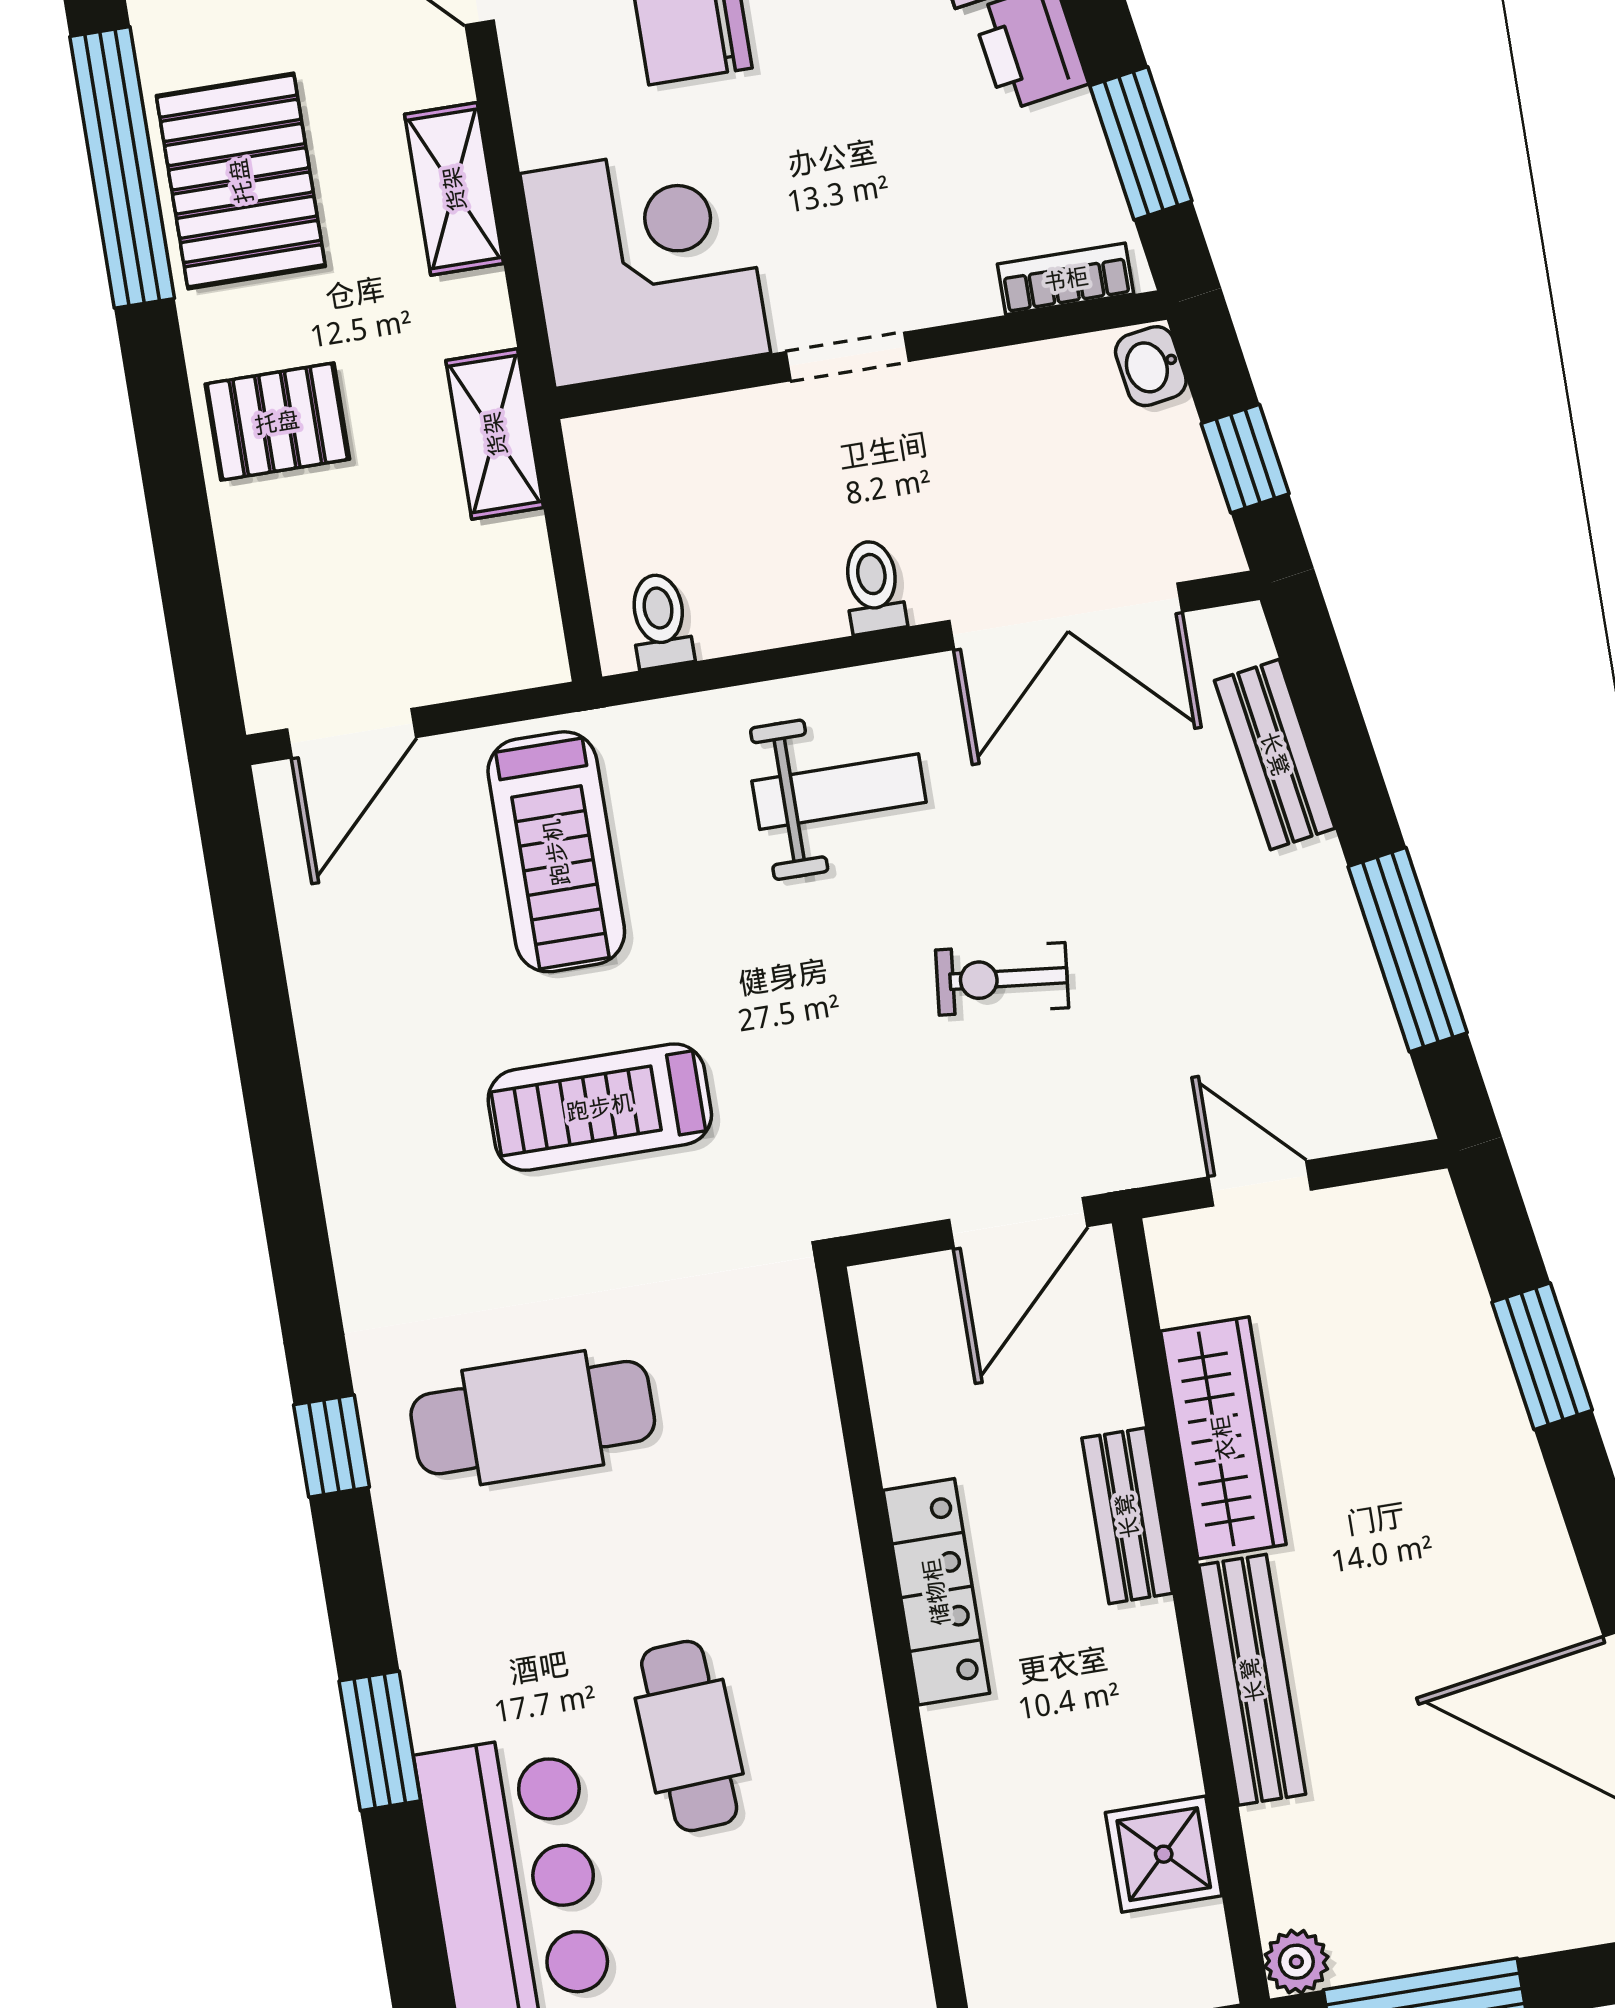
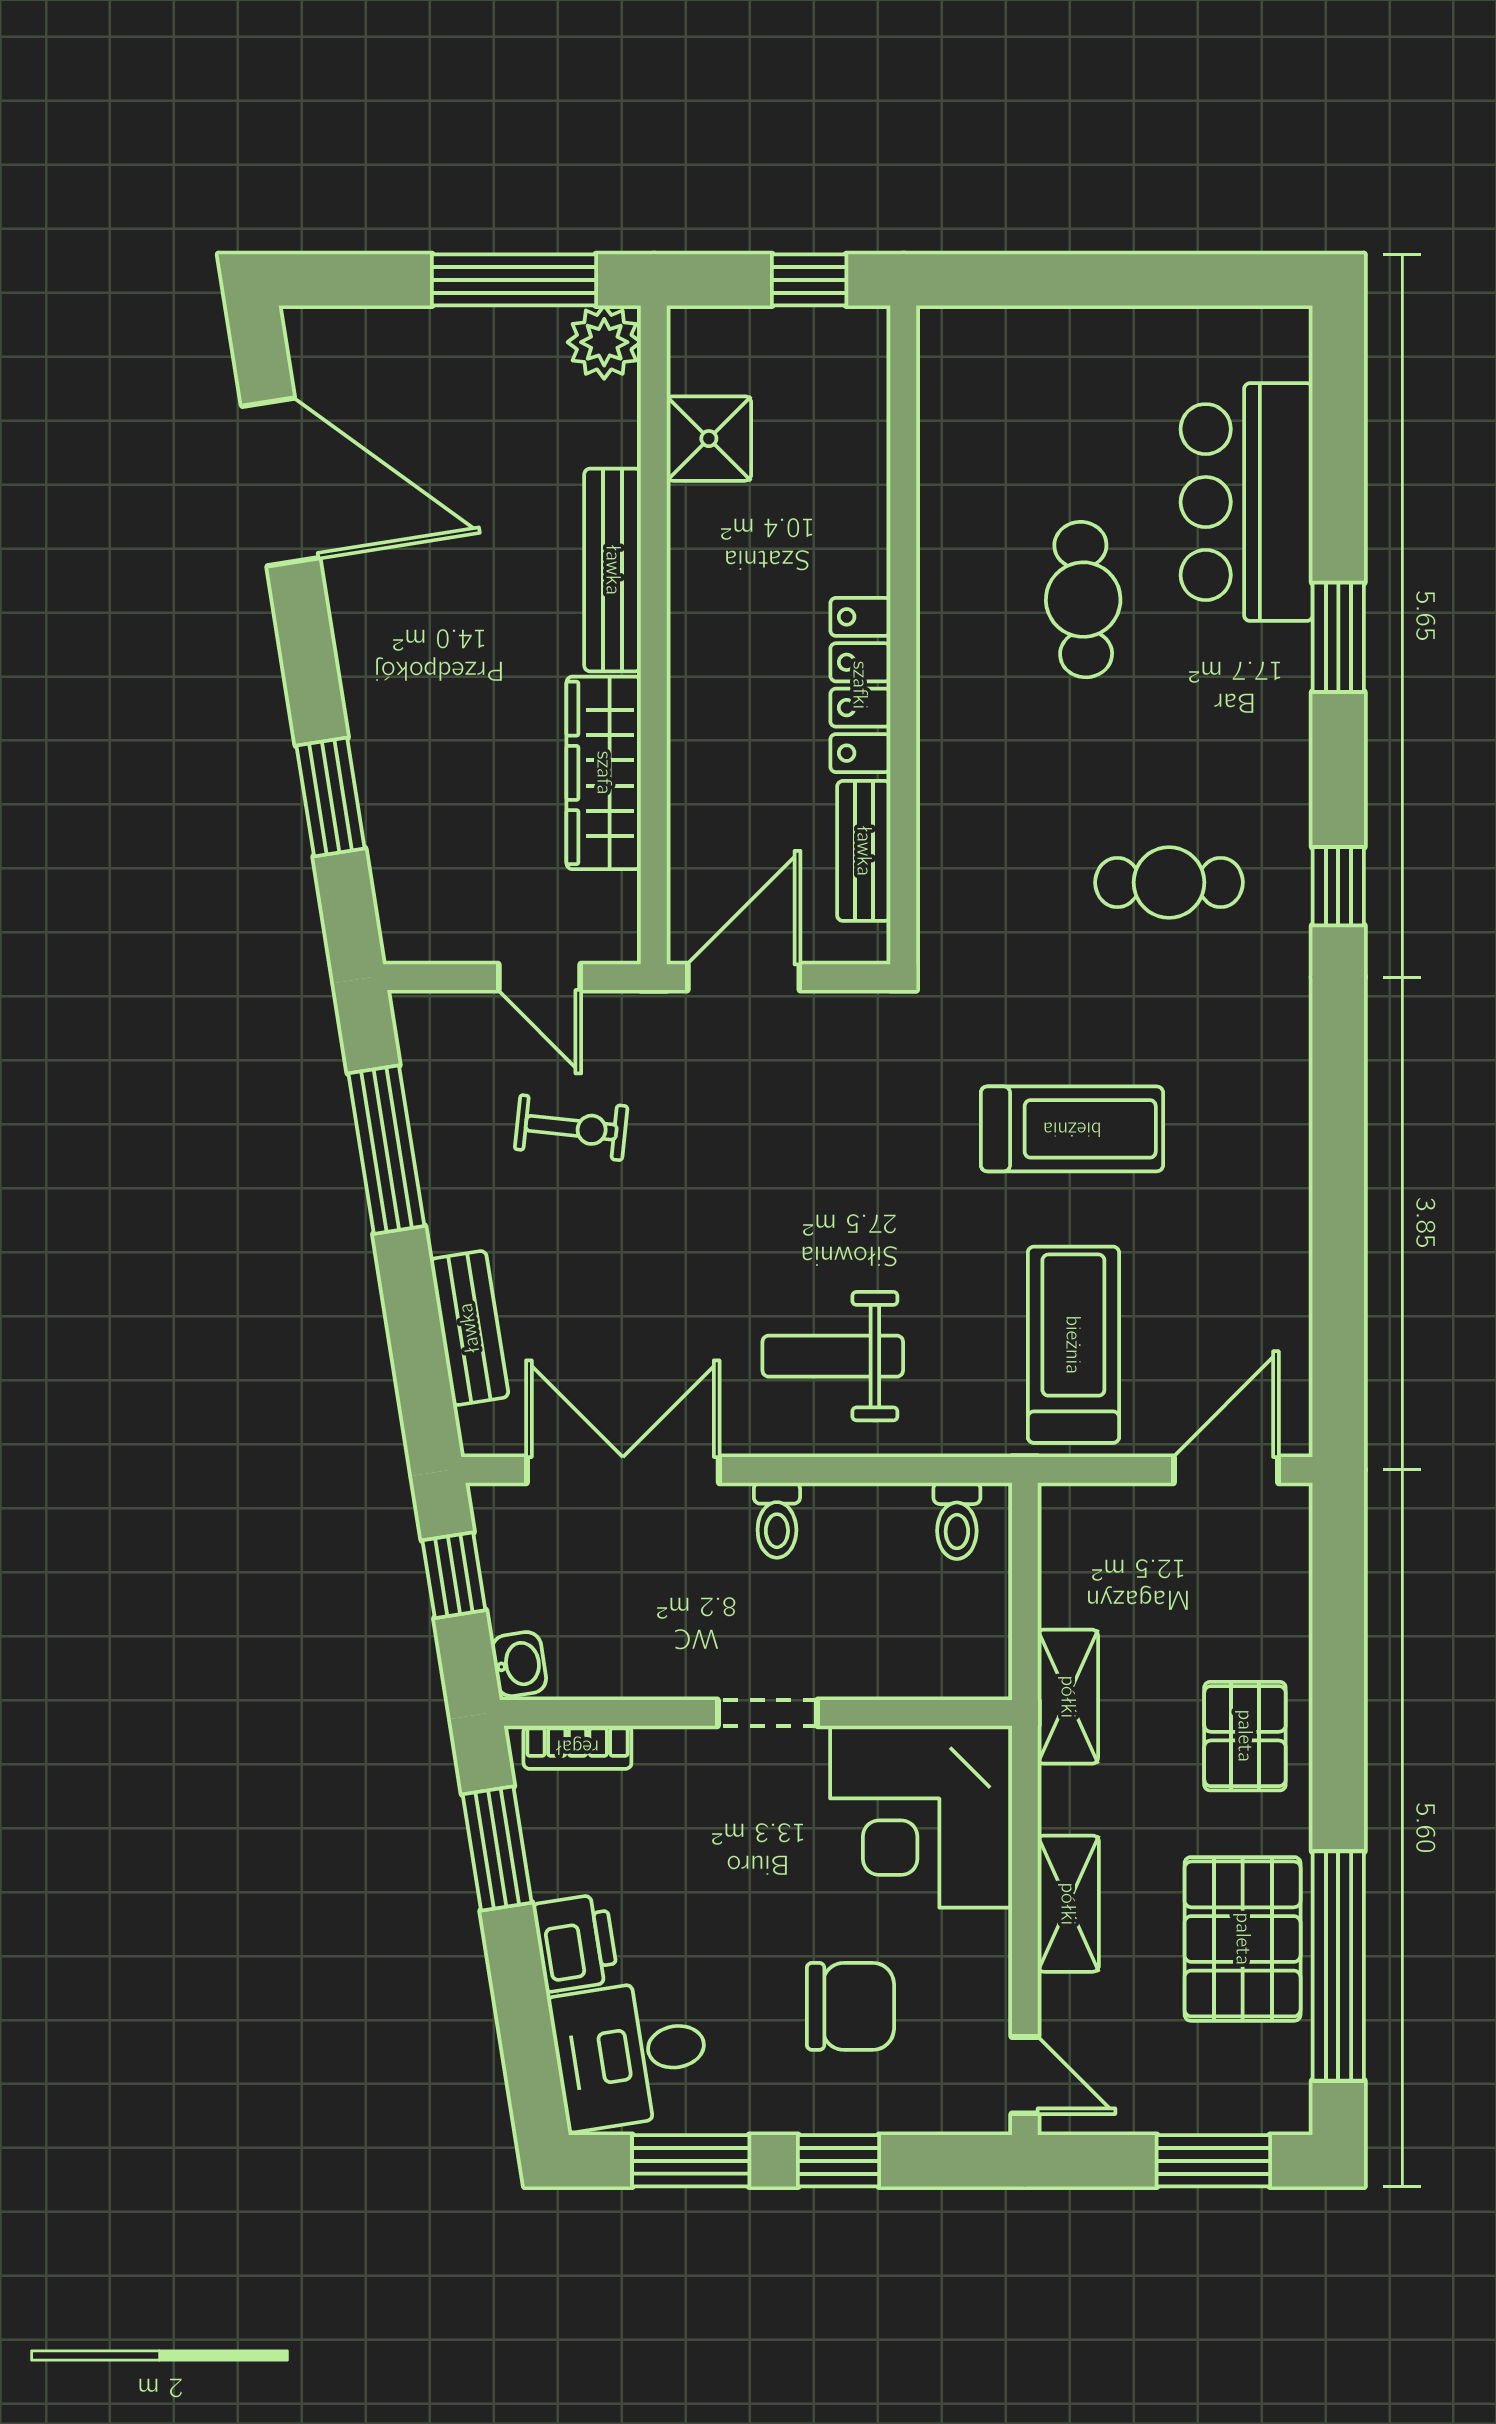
pallet: (277, 422) -> (1245, 1736), turned 90
exercise bike: (1002, 979) -> (571, 1128), moved
cafe table: (533, 1418) -> (1169, 882), width x0.73, depth x0.74
bench: (1127, 1516) -> (864, 851), moved
plant: (1296, 1962) -> (604, 342), width x1.38, depth x1.38

